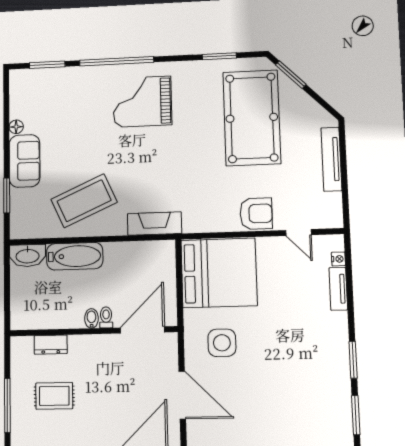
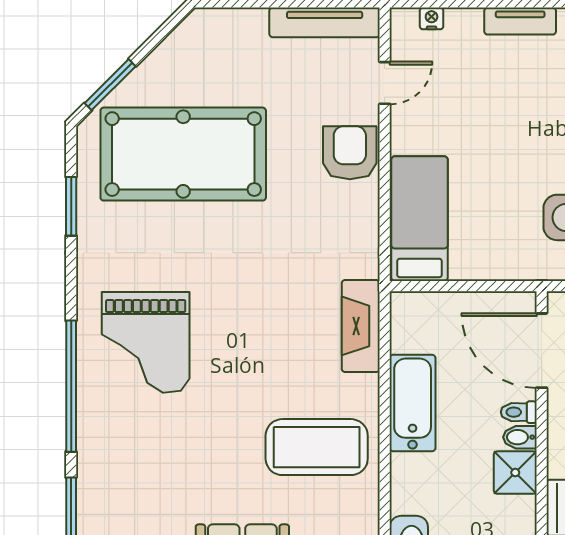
tv unit: (331, 159) -> (325, 22), moved
coffee table: (84, 201) -> (317, 447), turned -66
bathtub: (75, 256) -> (413, 403), moved
bed: (219, 273) -> (419, 219), width x0.49
tv unit: (338, 289) -> (520, 21), moved
shower: (71, 316) -> (515, 473), added

